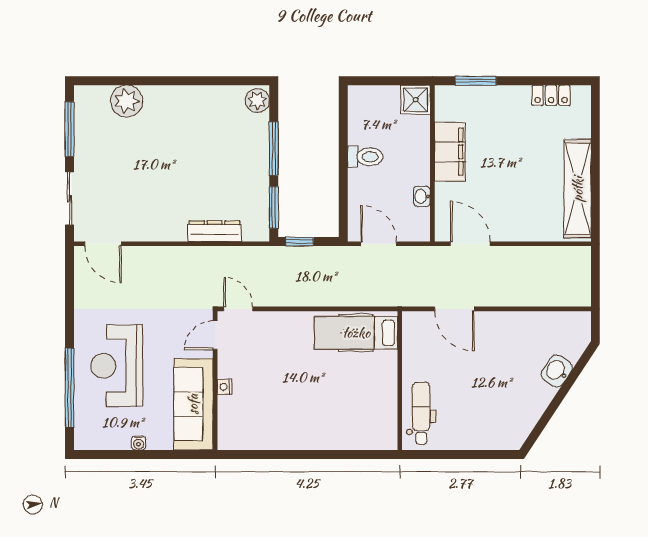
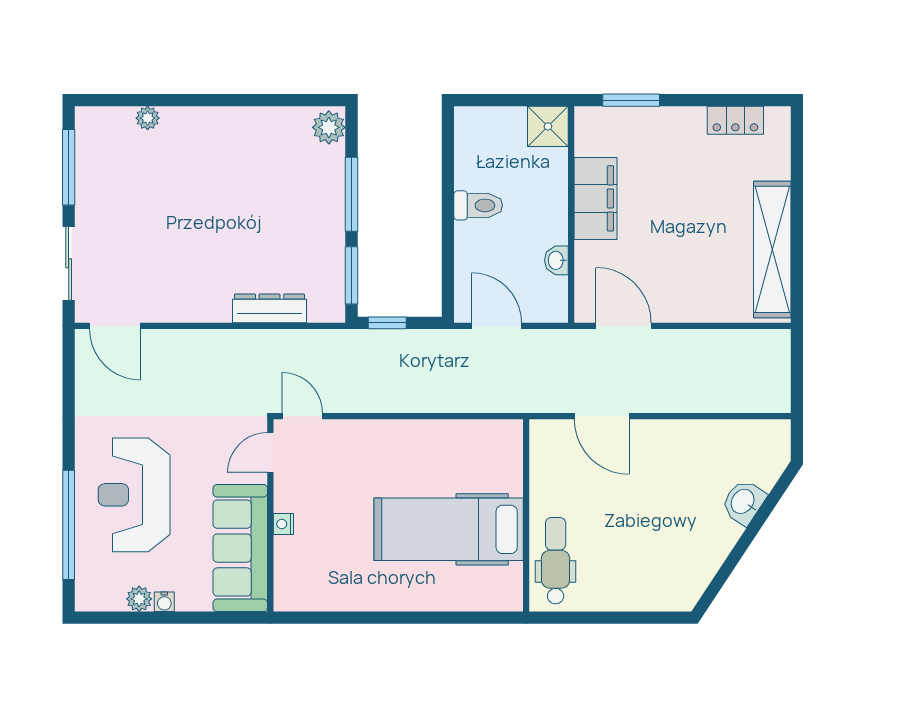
plant: (127, 101) -> (148, 118), width x0.53, depth x0.53
hospital bed: (356, 333) -> (449, 529), moved, width x1.37, depth x1.29
plant: (120, 441) -> (139, 599), added

